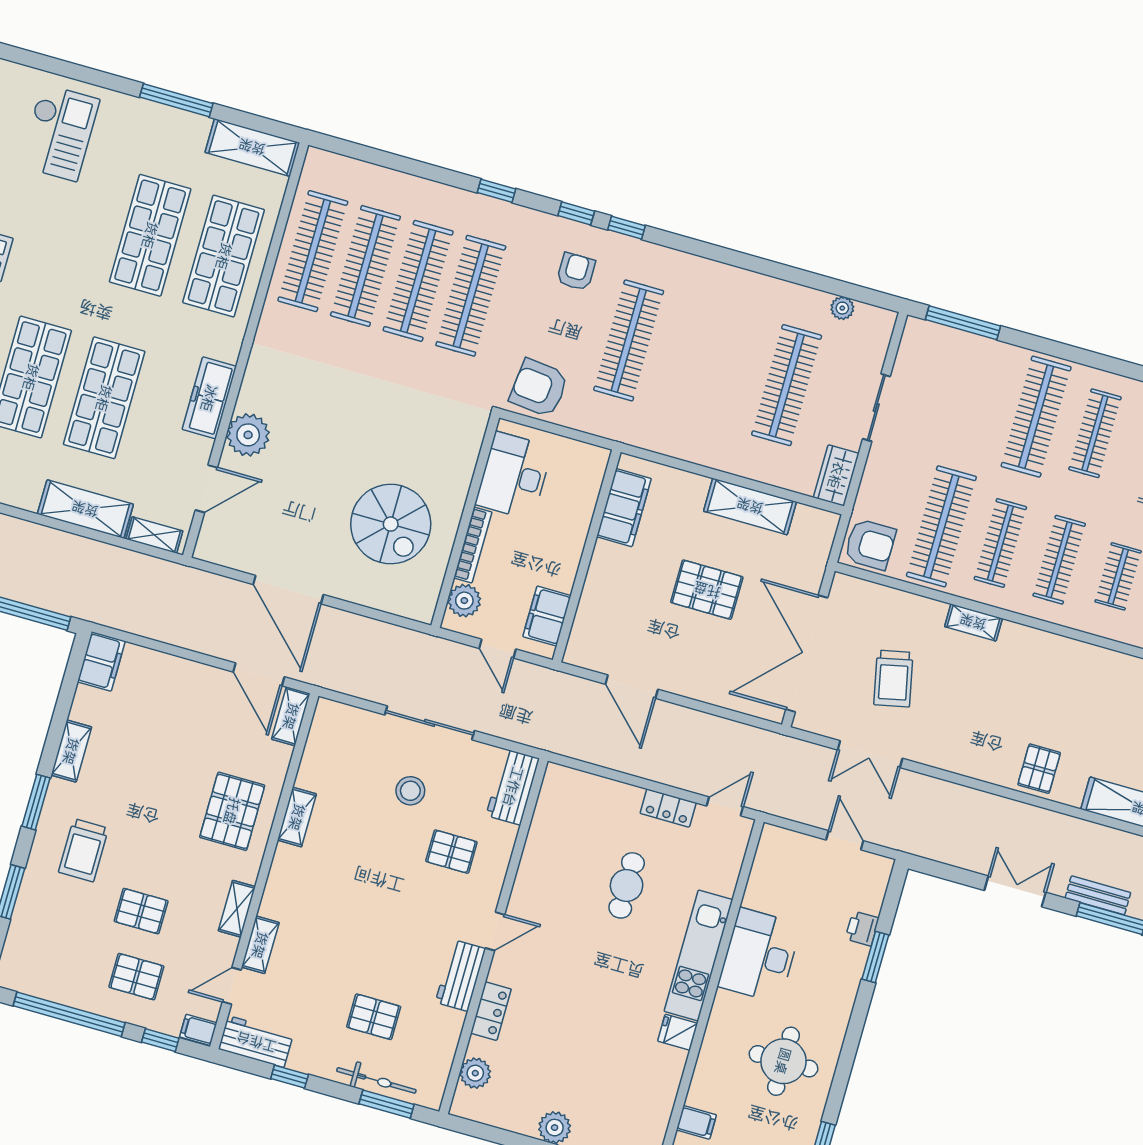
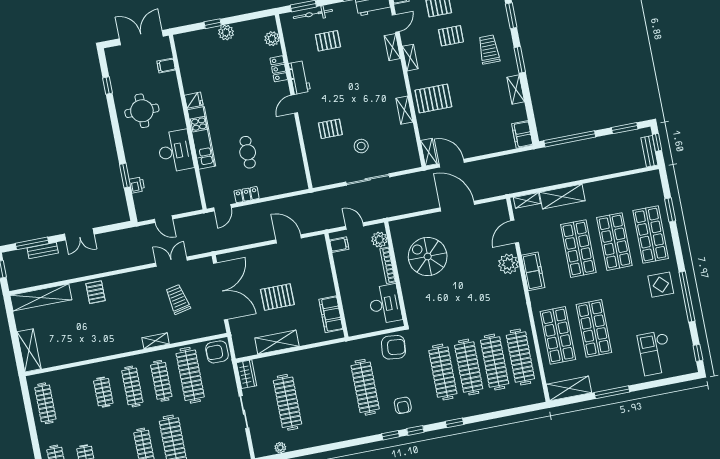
filing cabinet: (547, 616) -> (339, 245), width x0.50
workbench: (513, 787) -> (318, 170), removed
pallet: (232, 811) -> (433, 98), turned 90

